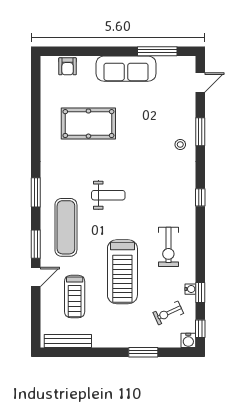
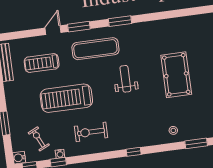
pool table: (88, 124) -> (176, 75), moved
window: (200, 132) -> (196, 143), moved
weight bench: (108, 195) -> (125, 79), turned 180
door: (36, 277) -> (53, 30), swing flipped

